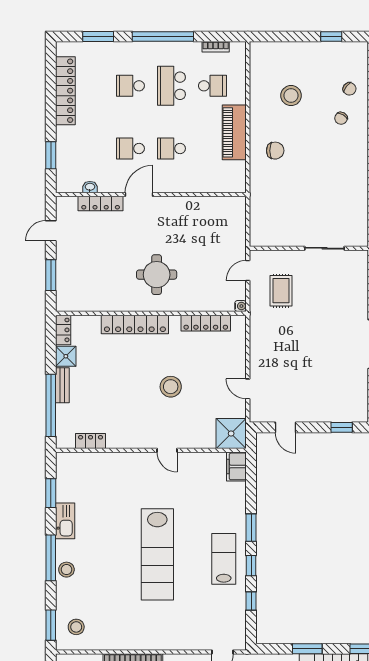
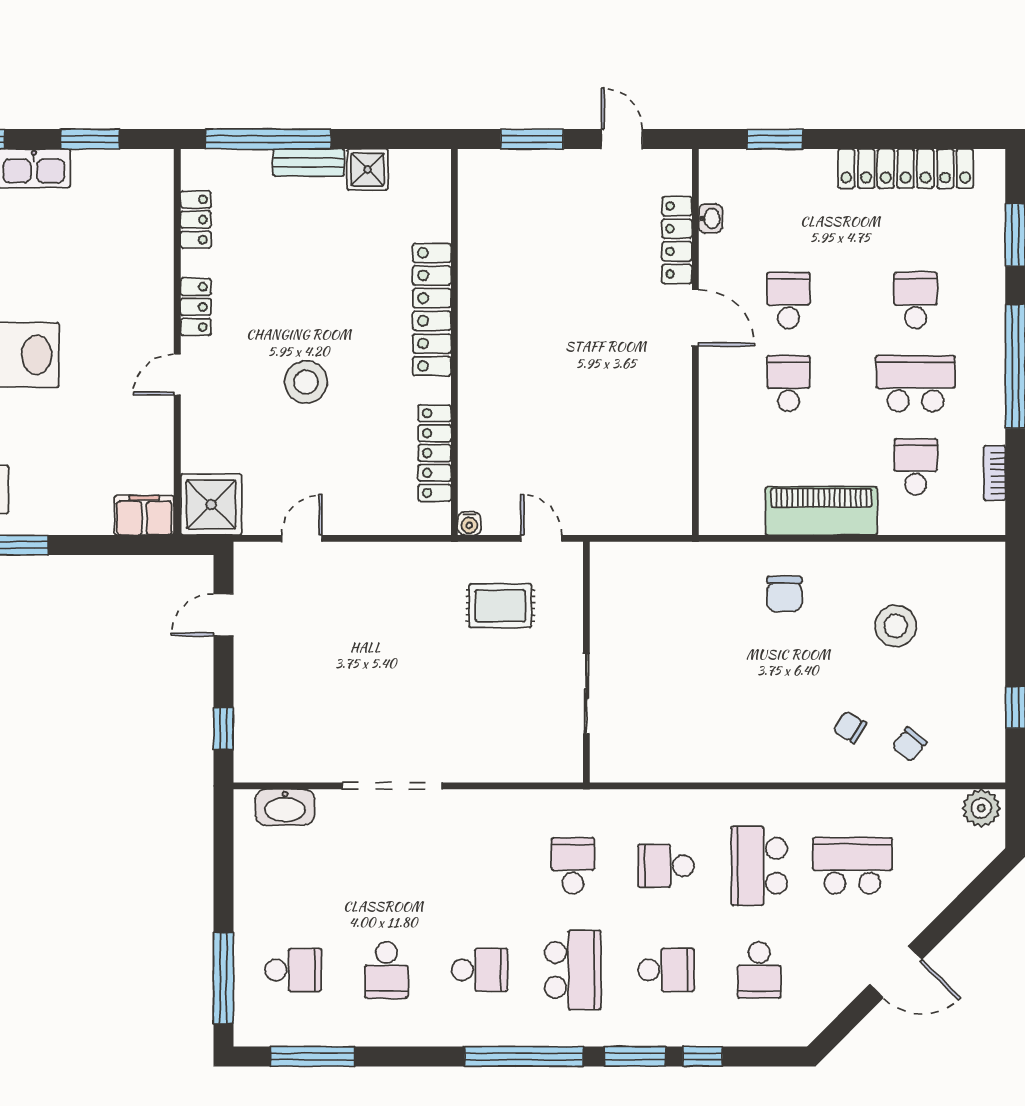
school desk: (212, 86) -> (916, 467), turned 180
round table: (157, 275) -> (533, 353), removed
locker: (63, 330) -> (196, 307), moved, turned -90

